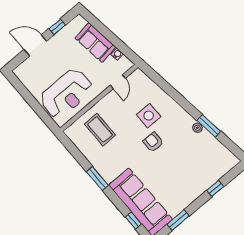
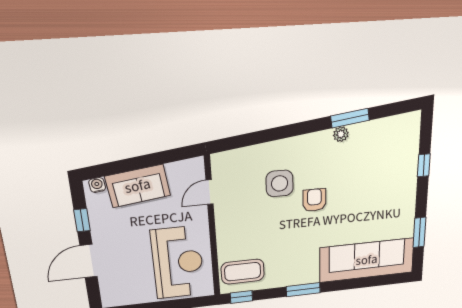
water cooler: (117, 54) -> (97, 185), moved
door: (118, 82) -> (210, 192), swing flipped
coffee table: (100, 130) -> (243, 272), moved
armchair: (153, 142) -> (314, 200), turned 90
window: (133, 221) -> (241, 297), moved

